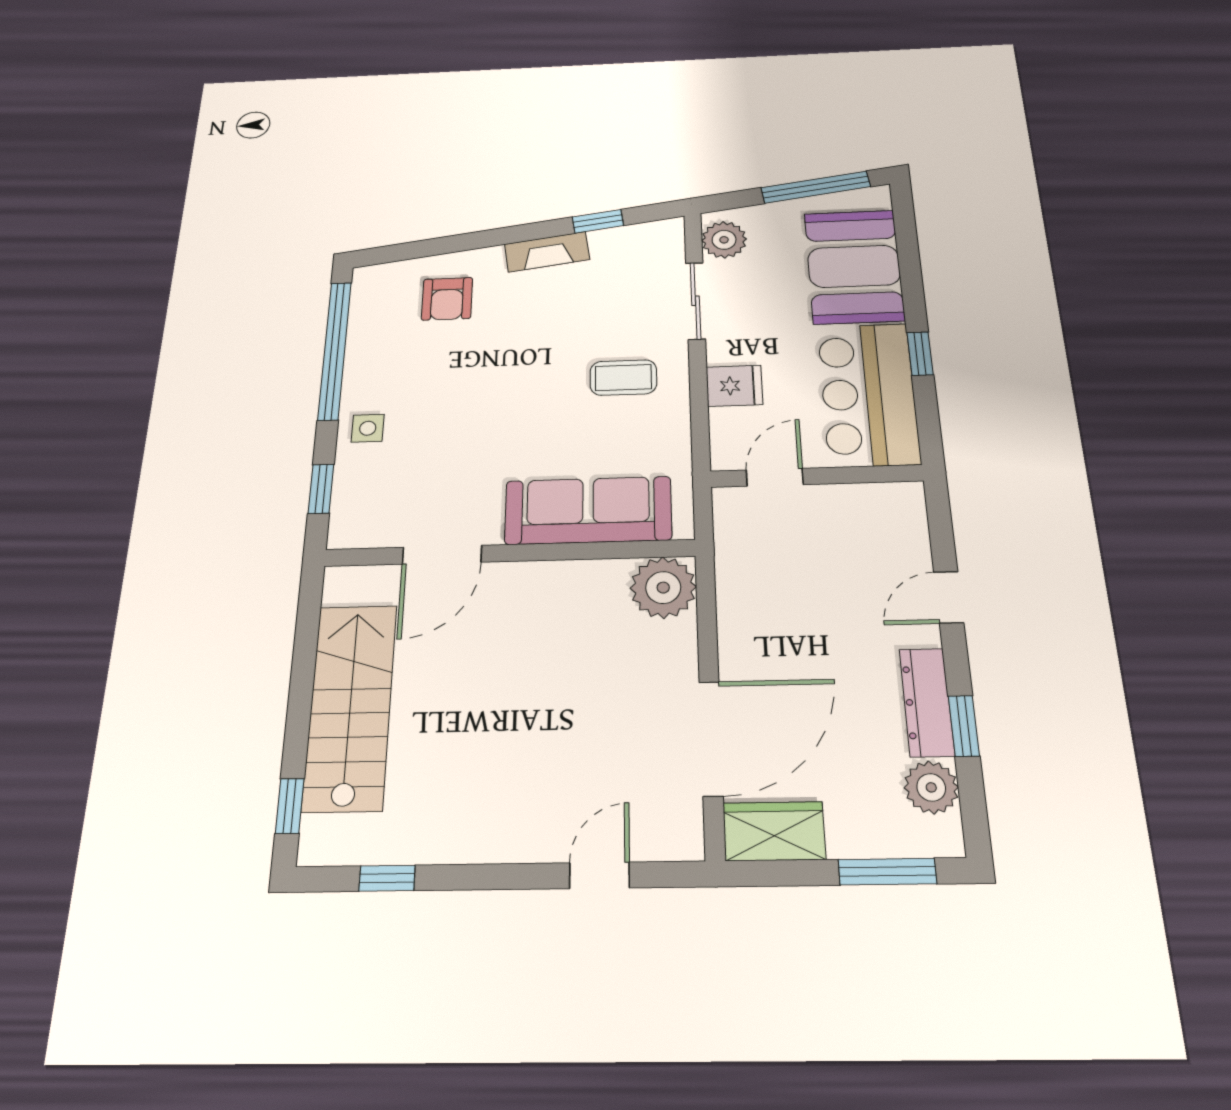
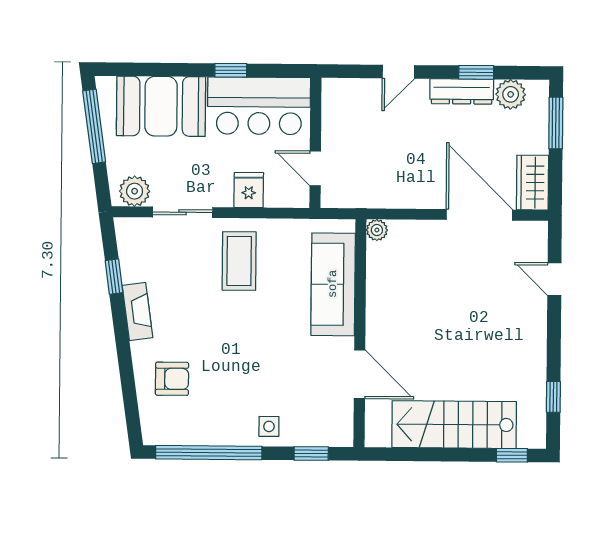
coffee table: (623, 378) -> (239, 261), width x1.36, depth x1.30
plant: (663, 588) -> (377, 230), width x0.53, depth x0.53
door: (949, 597) -> (398, 72), hinge flipped

